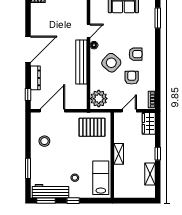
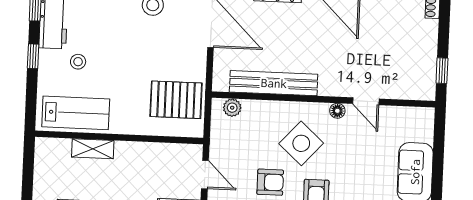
bench: (81, 62) -> (274, 83), moved
plant: (99, 99) -> (232, 108), width x0.53, depth x0.53
pallet: (92, 127) -> (176, 100), turned 90
shelving: (119, 154) -> (93, 149), moved

